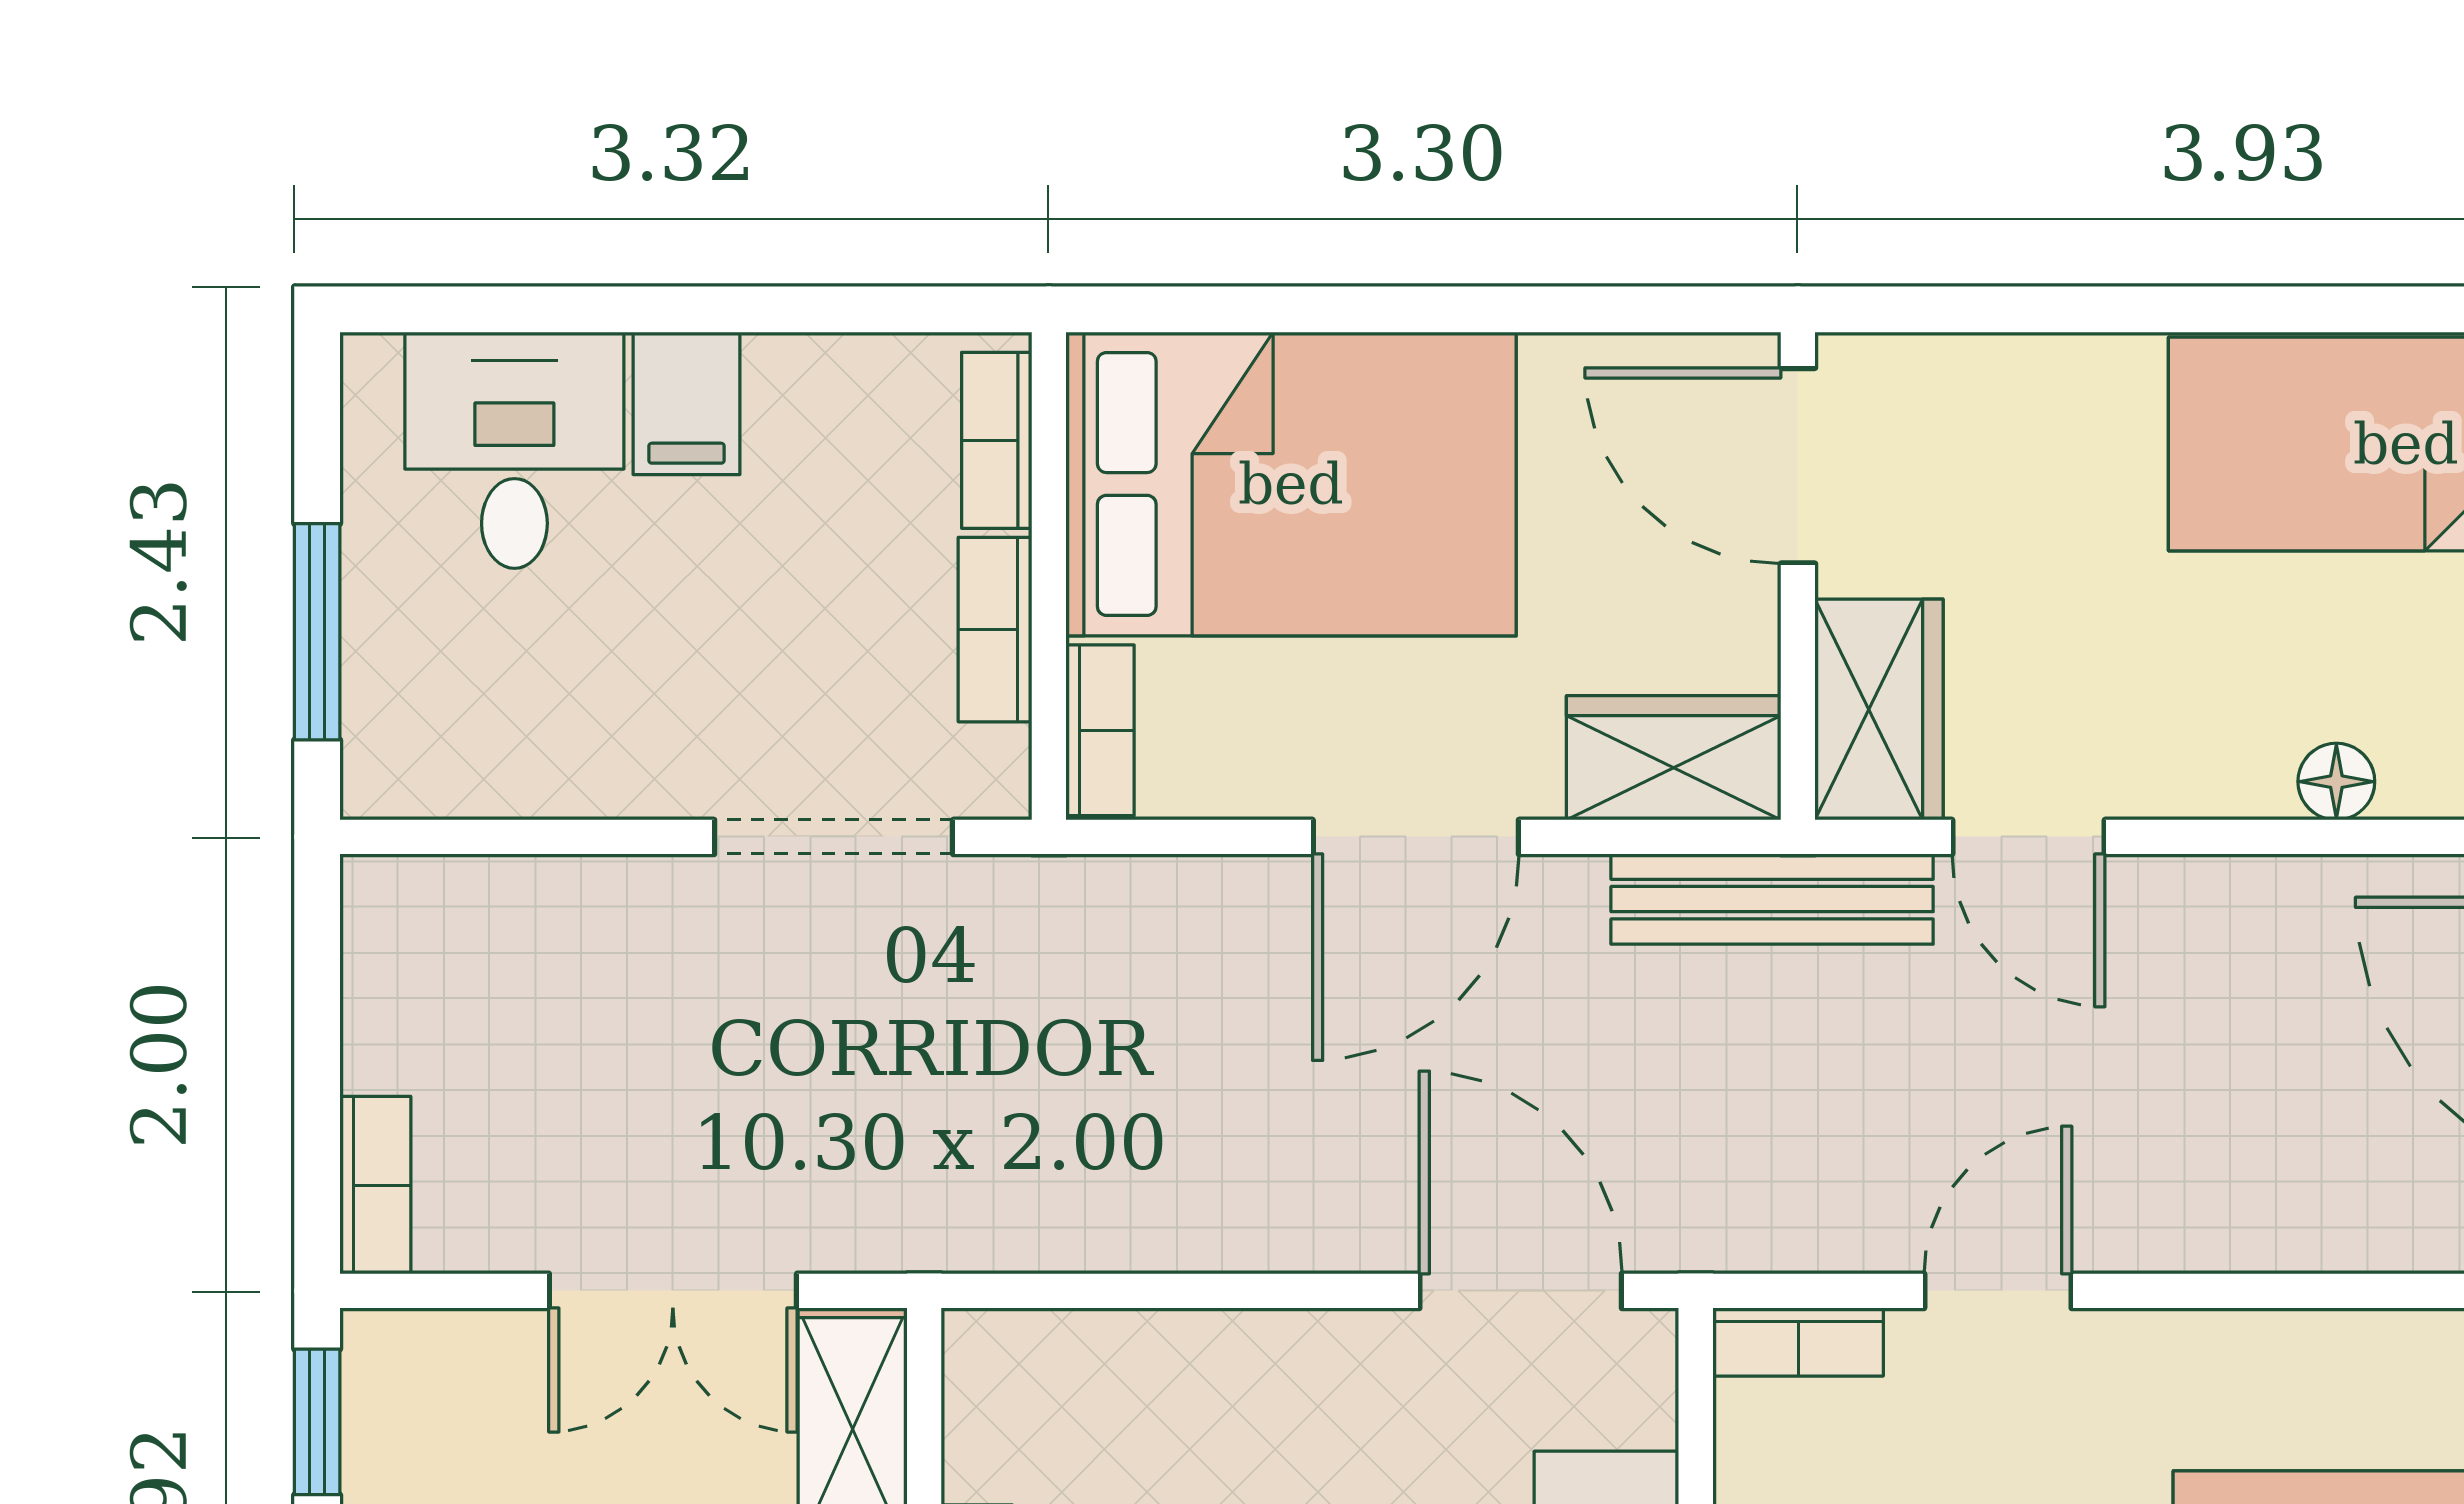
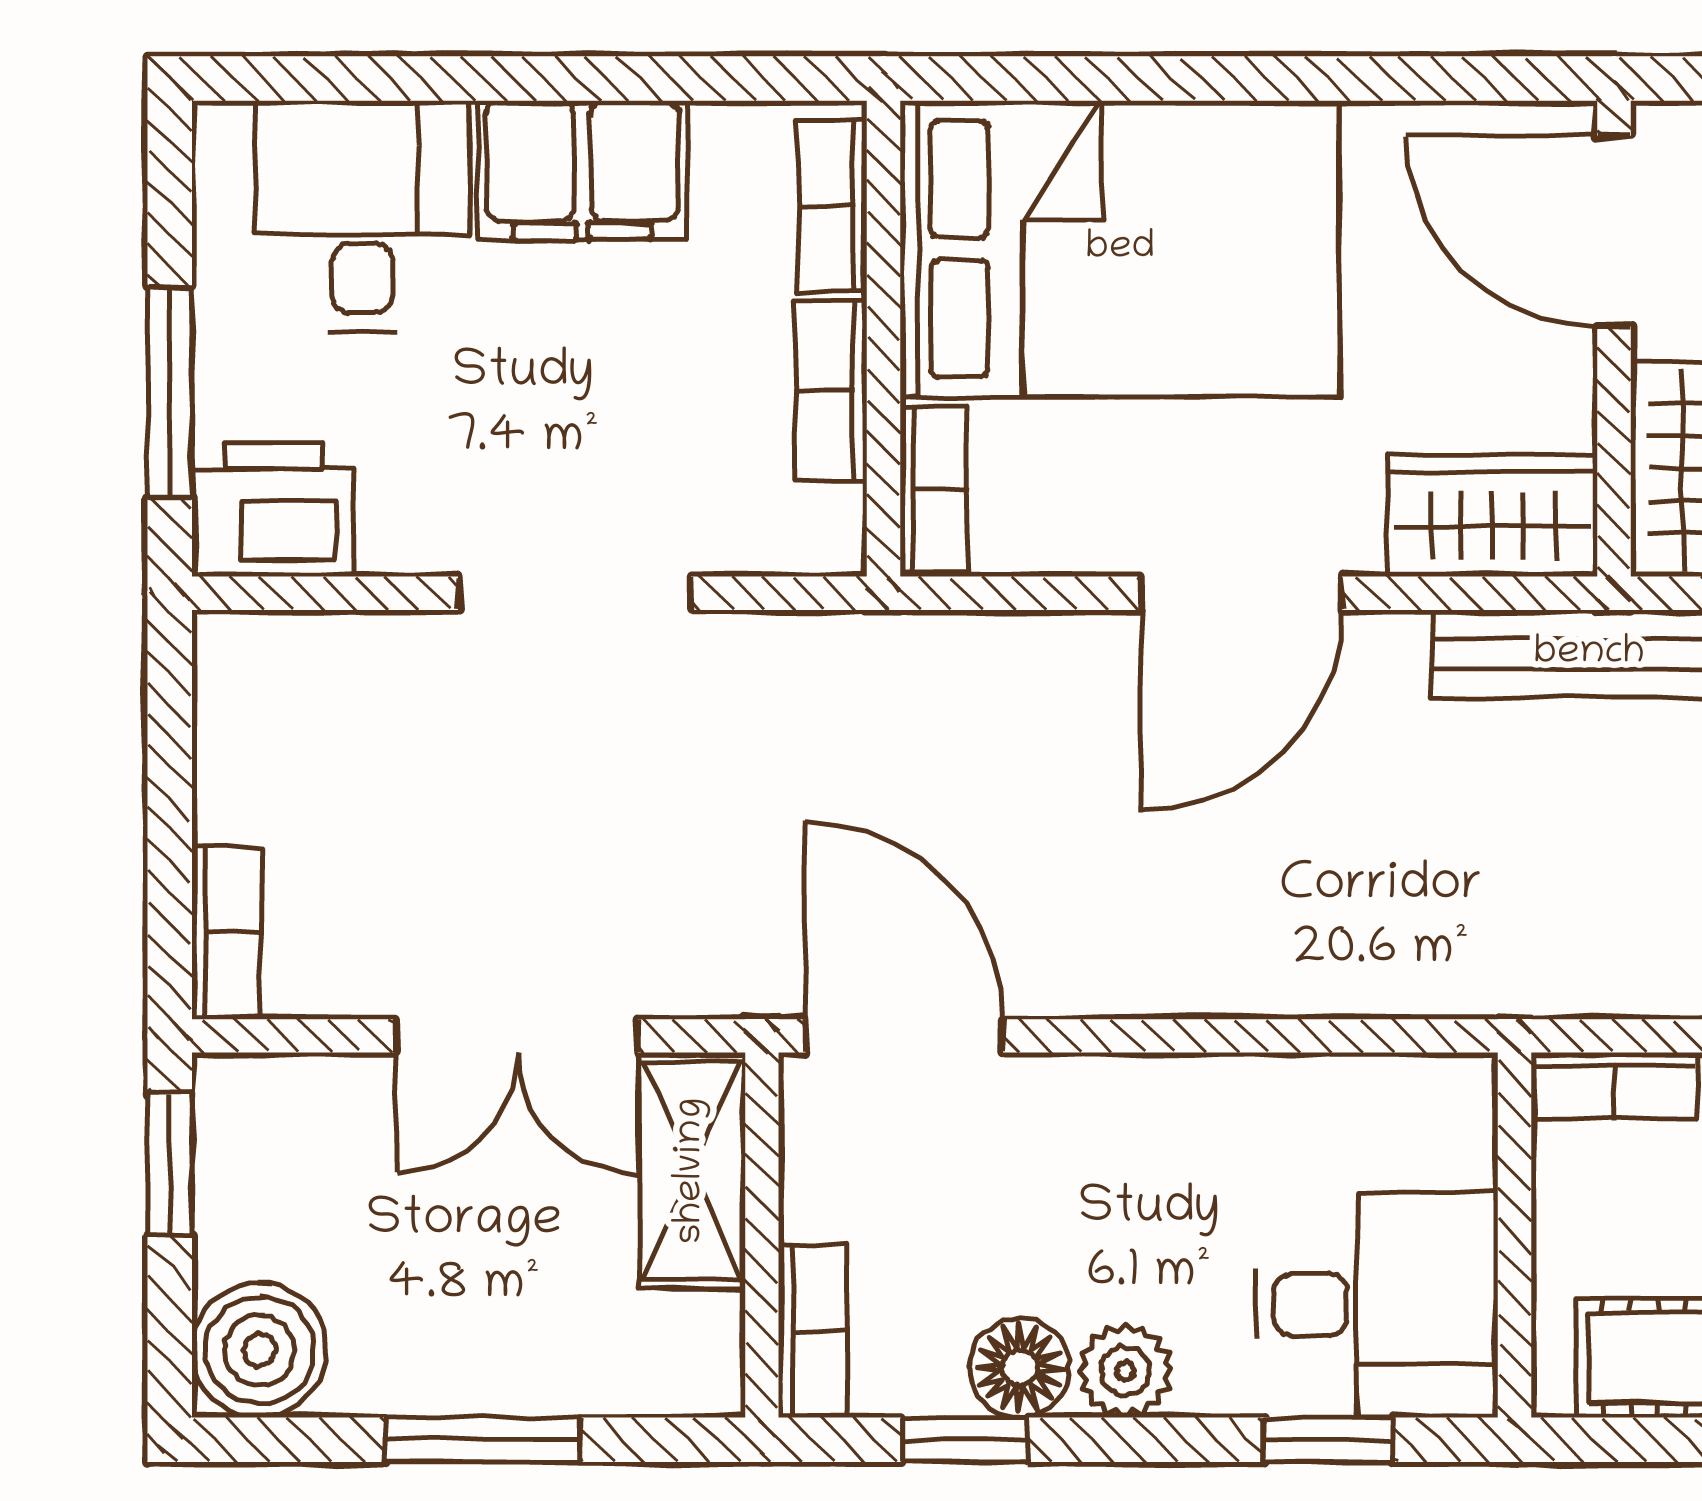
filing cabinet: (687, 403) -> (582, 170), width x2.00
printer: (423, 751) -> (273, 509), added
doorway: (834, 837) -> (575, 593), moved
door: (1521, 1291) -> (904, 1036), moved

